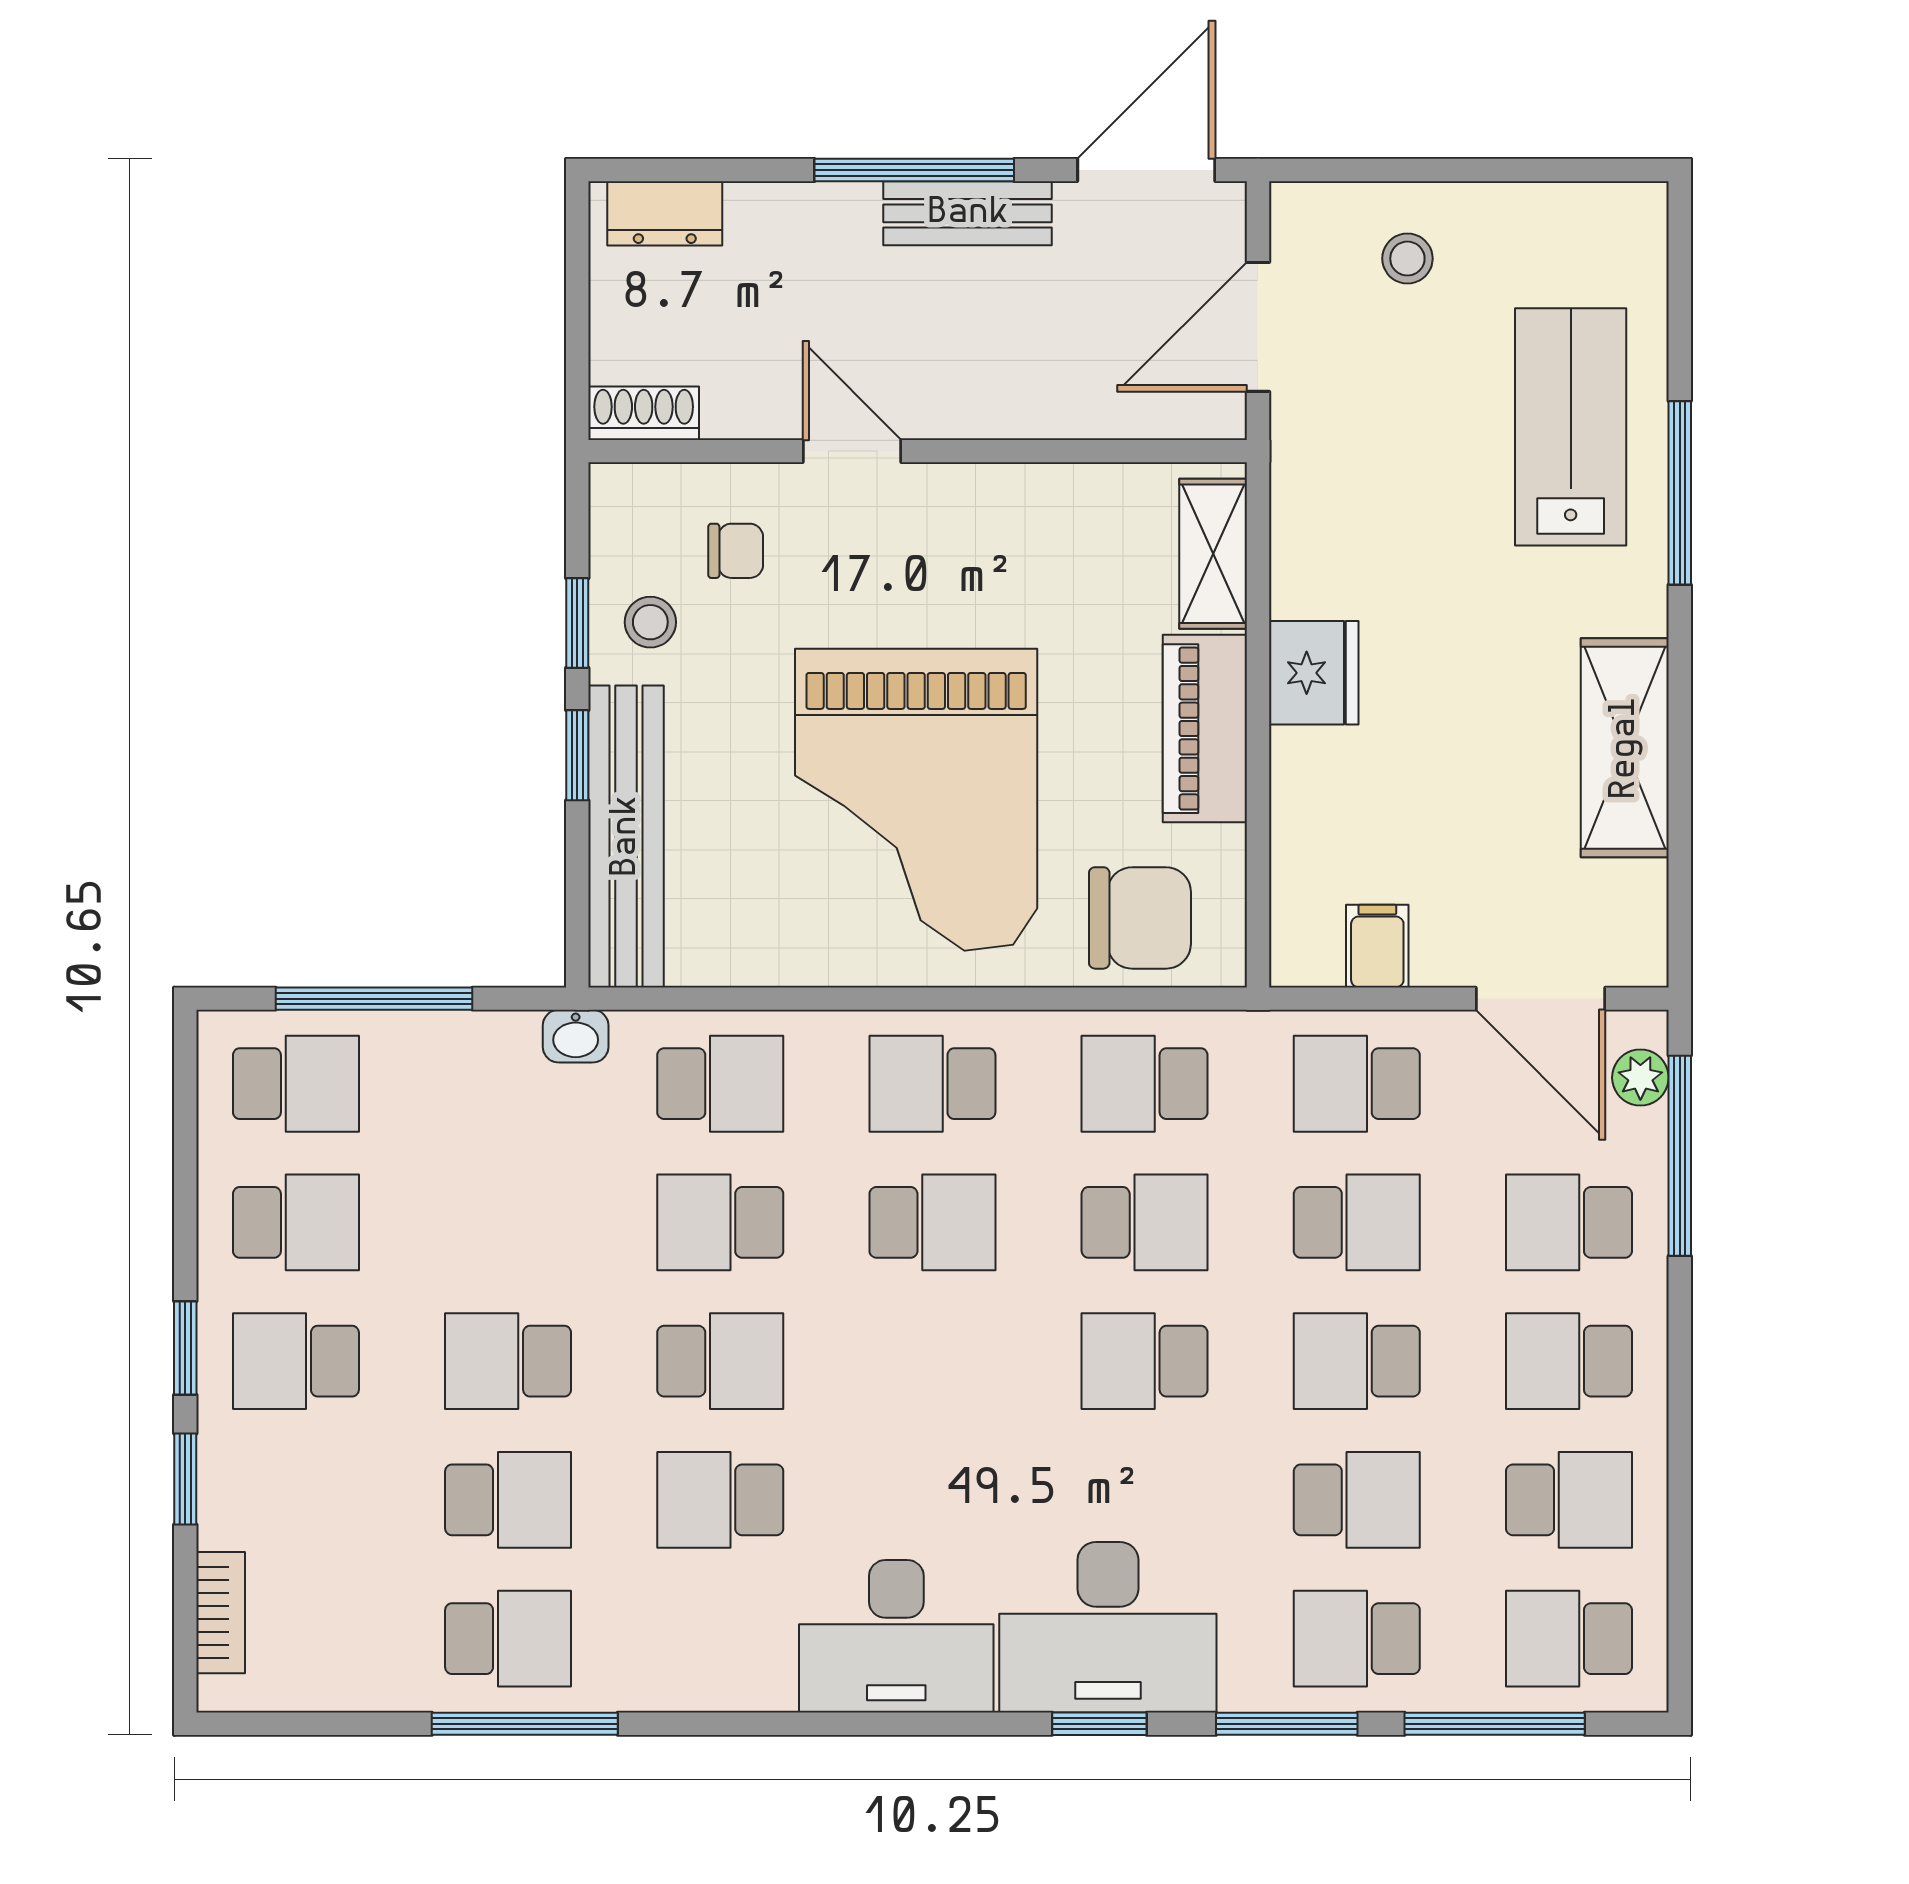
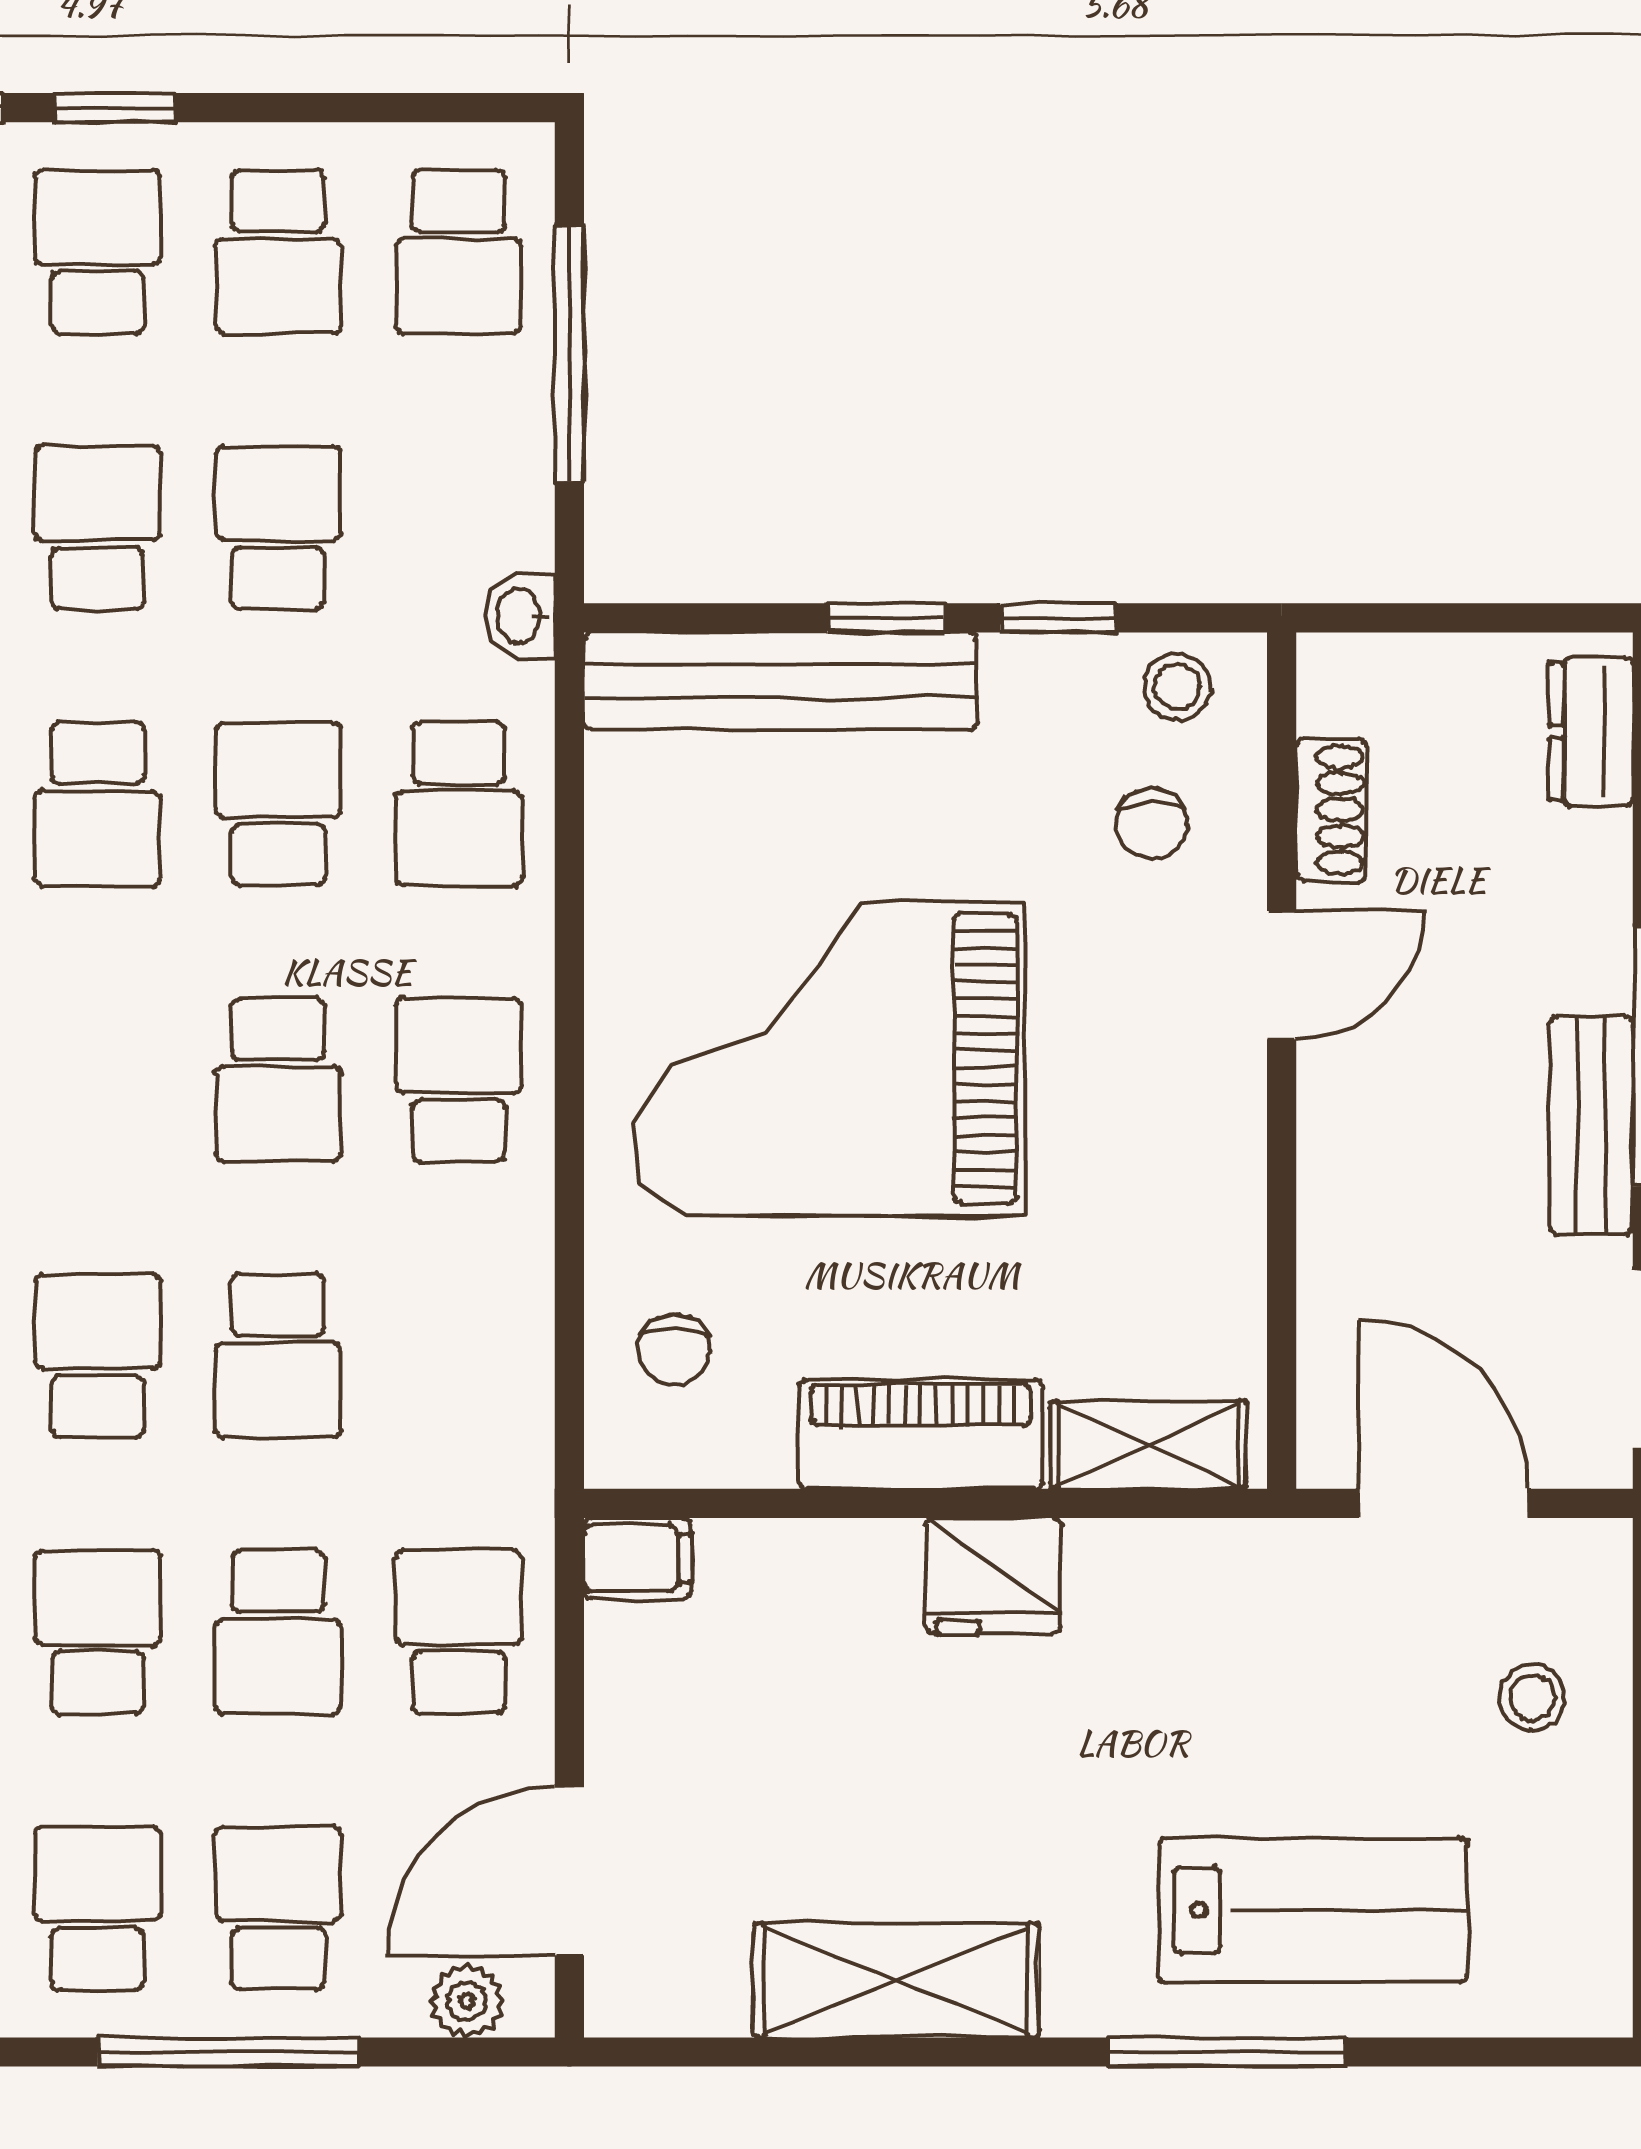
shoe rack: (644, 413) -> (1331, 810), moved
stool: (650, 622) -> (1177, 687), moved
chair: (1140, 918) -> (674, 1350), width x0.54, depth x0.54
filing cabinet: (1377, 946) -> (638, 1558), moved
school desk: (1145, 1084) -> (278, 528), moved
window: (1680, 1156) -> (228, 2052), moved

